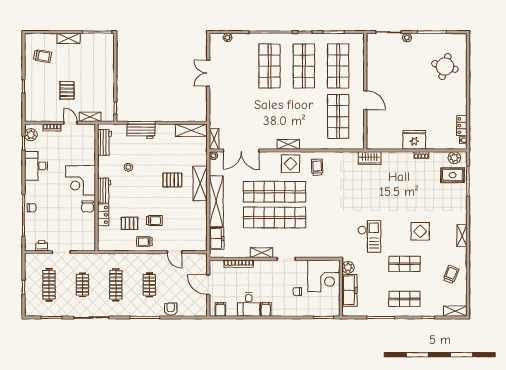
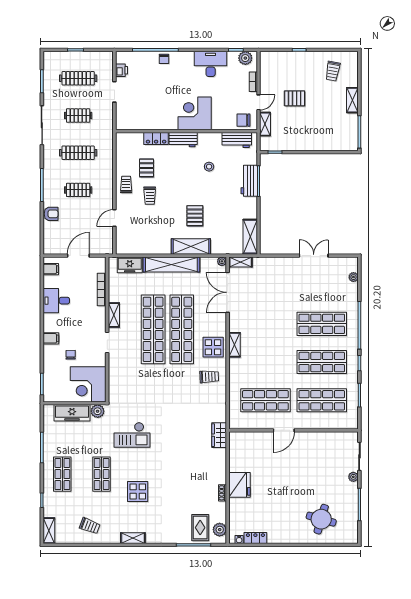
chair: (88, 206) -> (243, 120), moved
filing cabinet: (266, 309) -> (51, 338), moved

